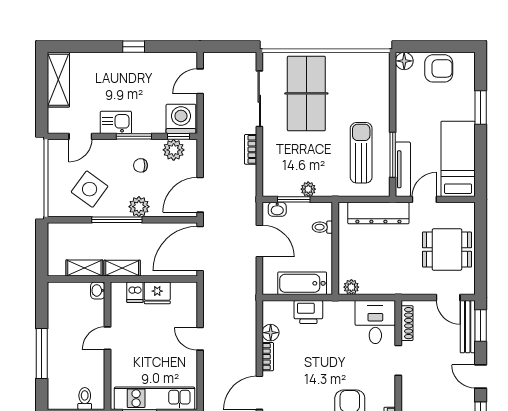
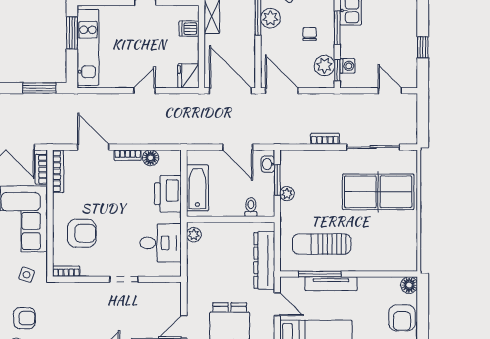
window: (134, 47) -> (423, 47), moved
washing machine: (181, 119) -> (347, 66), width x0.53, depth x0.53
sun lounger: (361, 153) -> (322, 244), turned 180
tv unit: (403, 169) -> (331, 284), moved
plant: (139, 207) -> (270, 18), moved
door: (259, 241) -> (238, 147), hinge flipped
fridge: (157, 293) -> (188, 76), moved
printer: (308, 312) -> (168, 194), width x1.37, depth x1.19
desk: (375, 322) -> (161, 243), moved
shoe rack: (407, 323) -> (160, 288), removed

